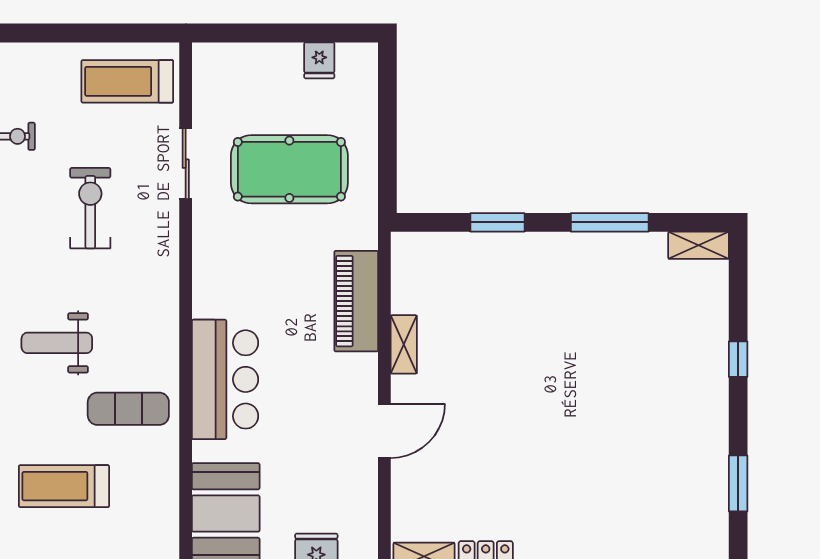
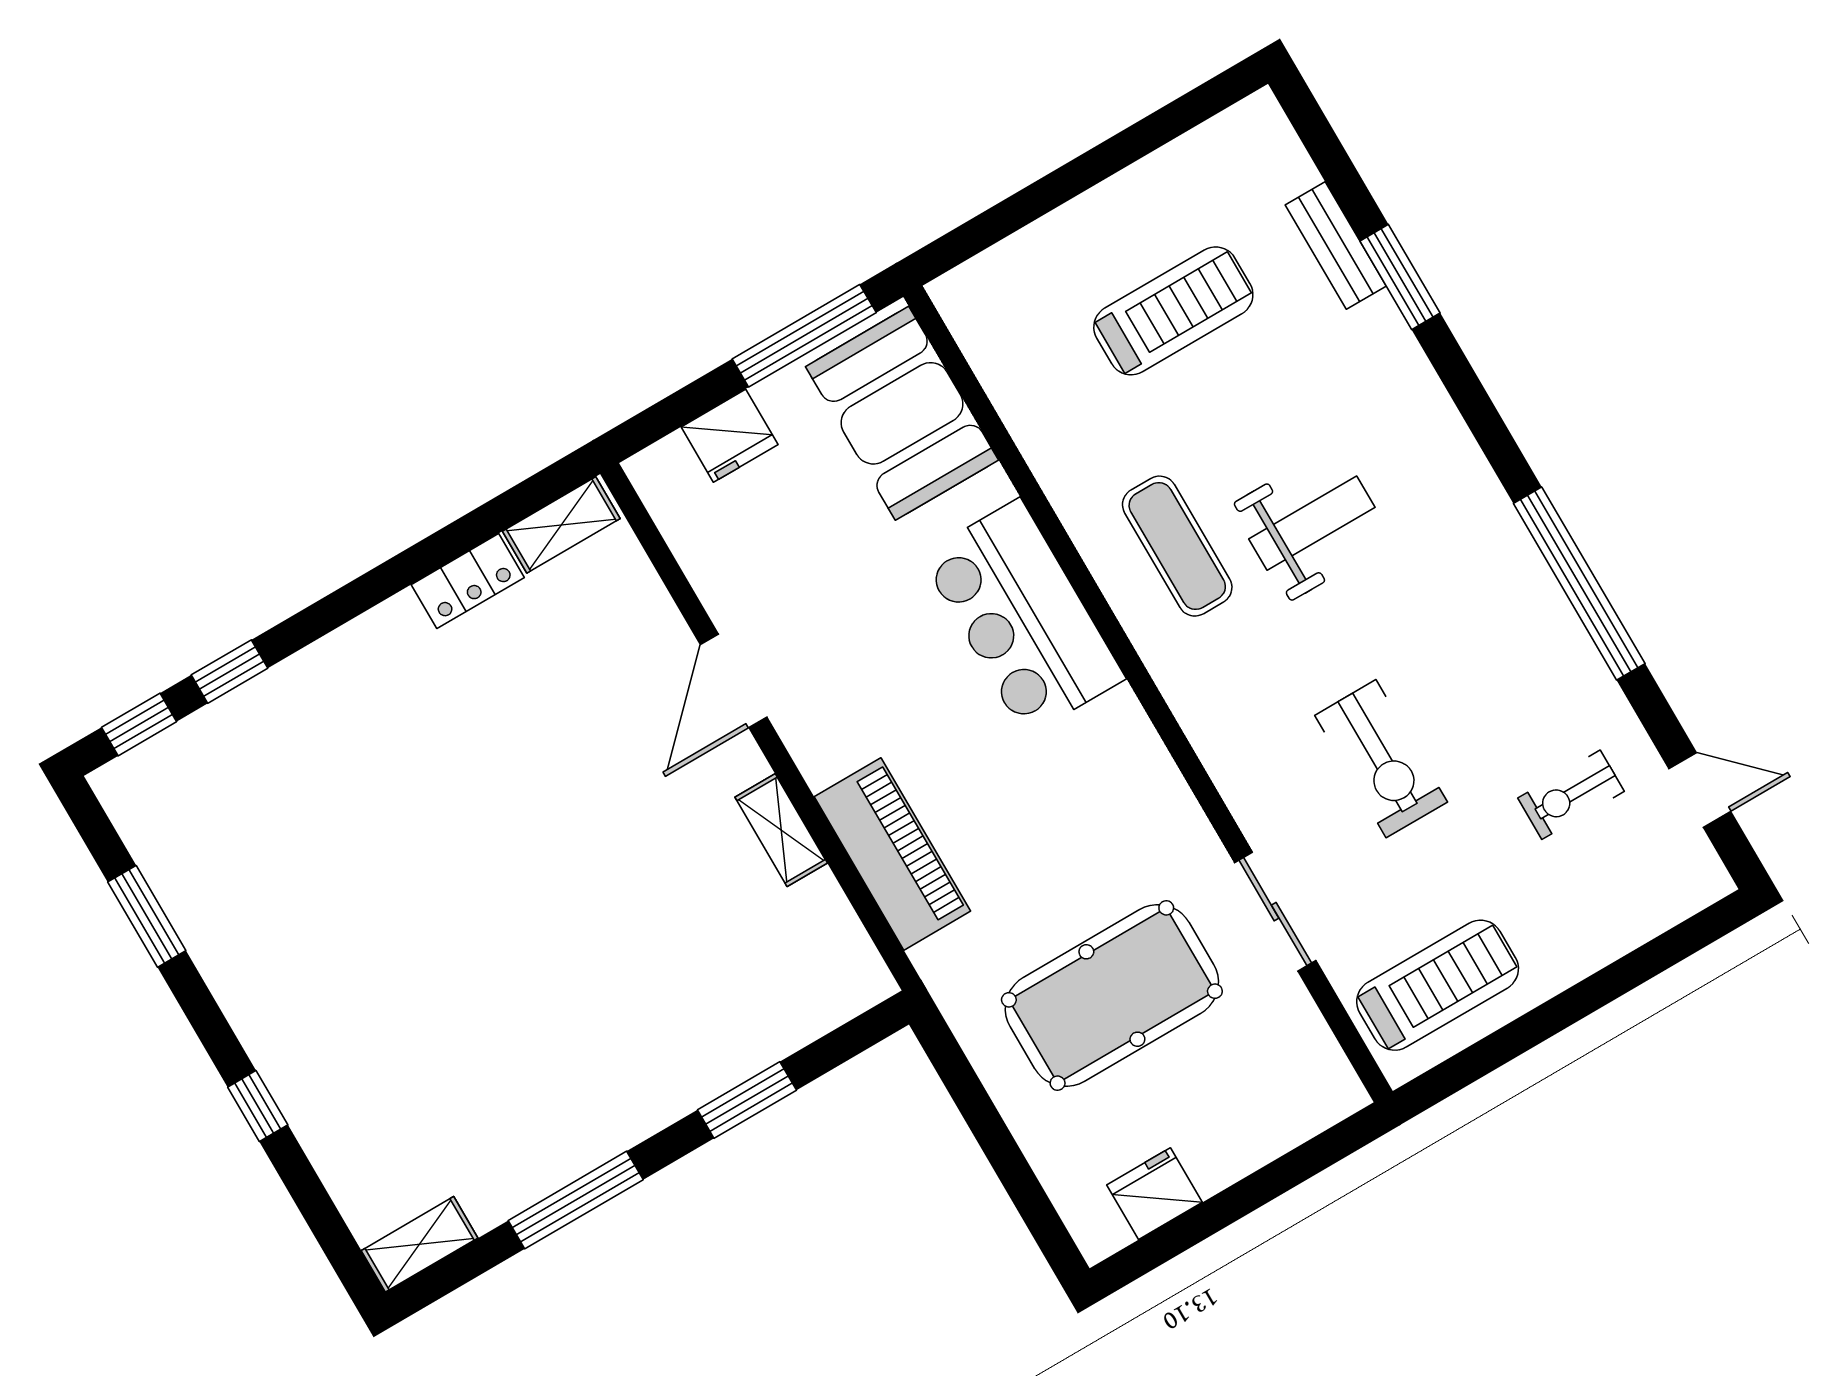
fridge: (319, 60) -> (1154, 1194), width x1.38
exercise mat: (128, 409) -> (1177, 546), moved, turned 90

